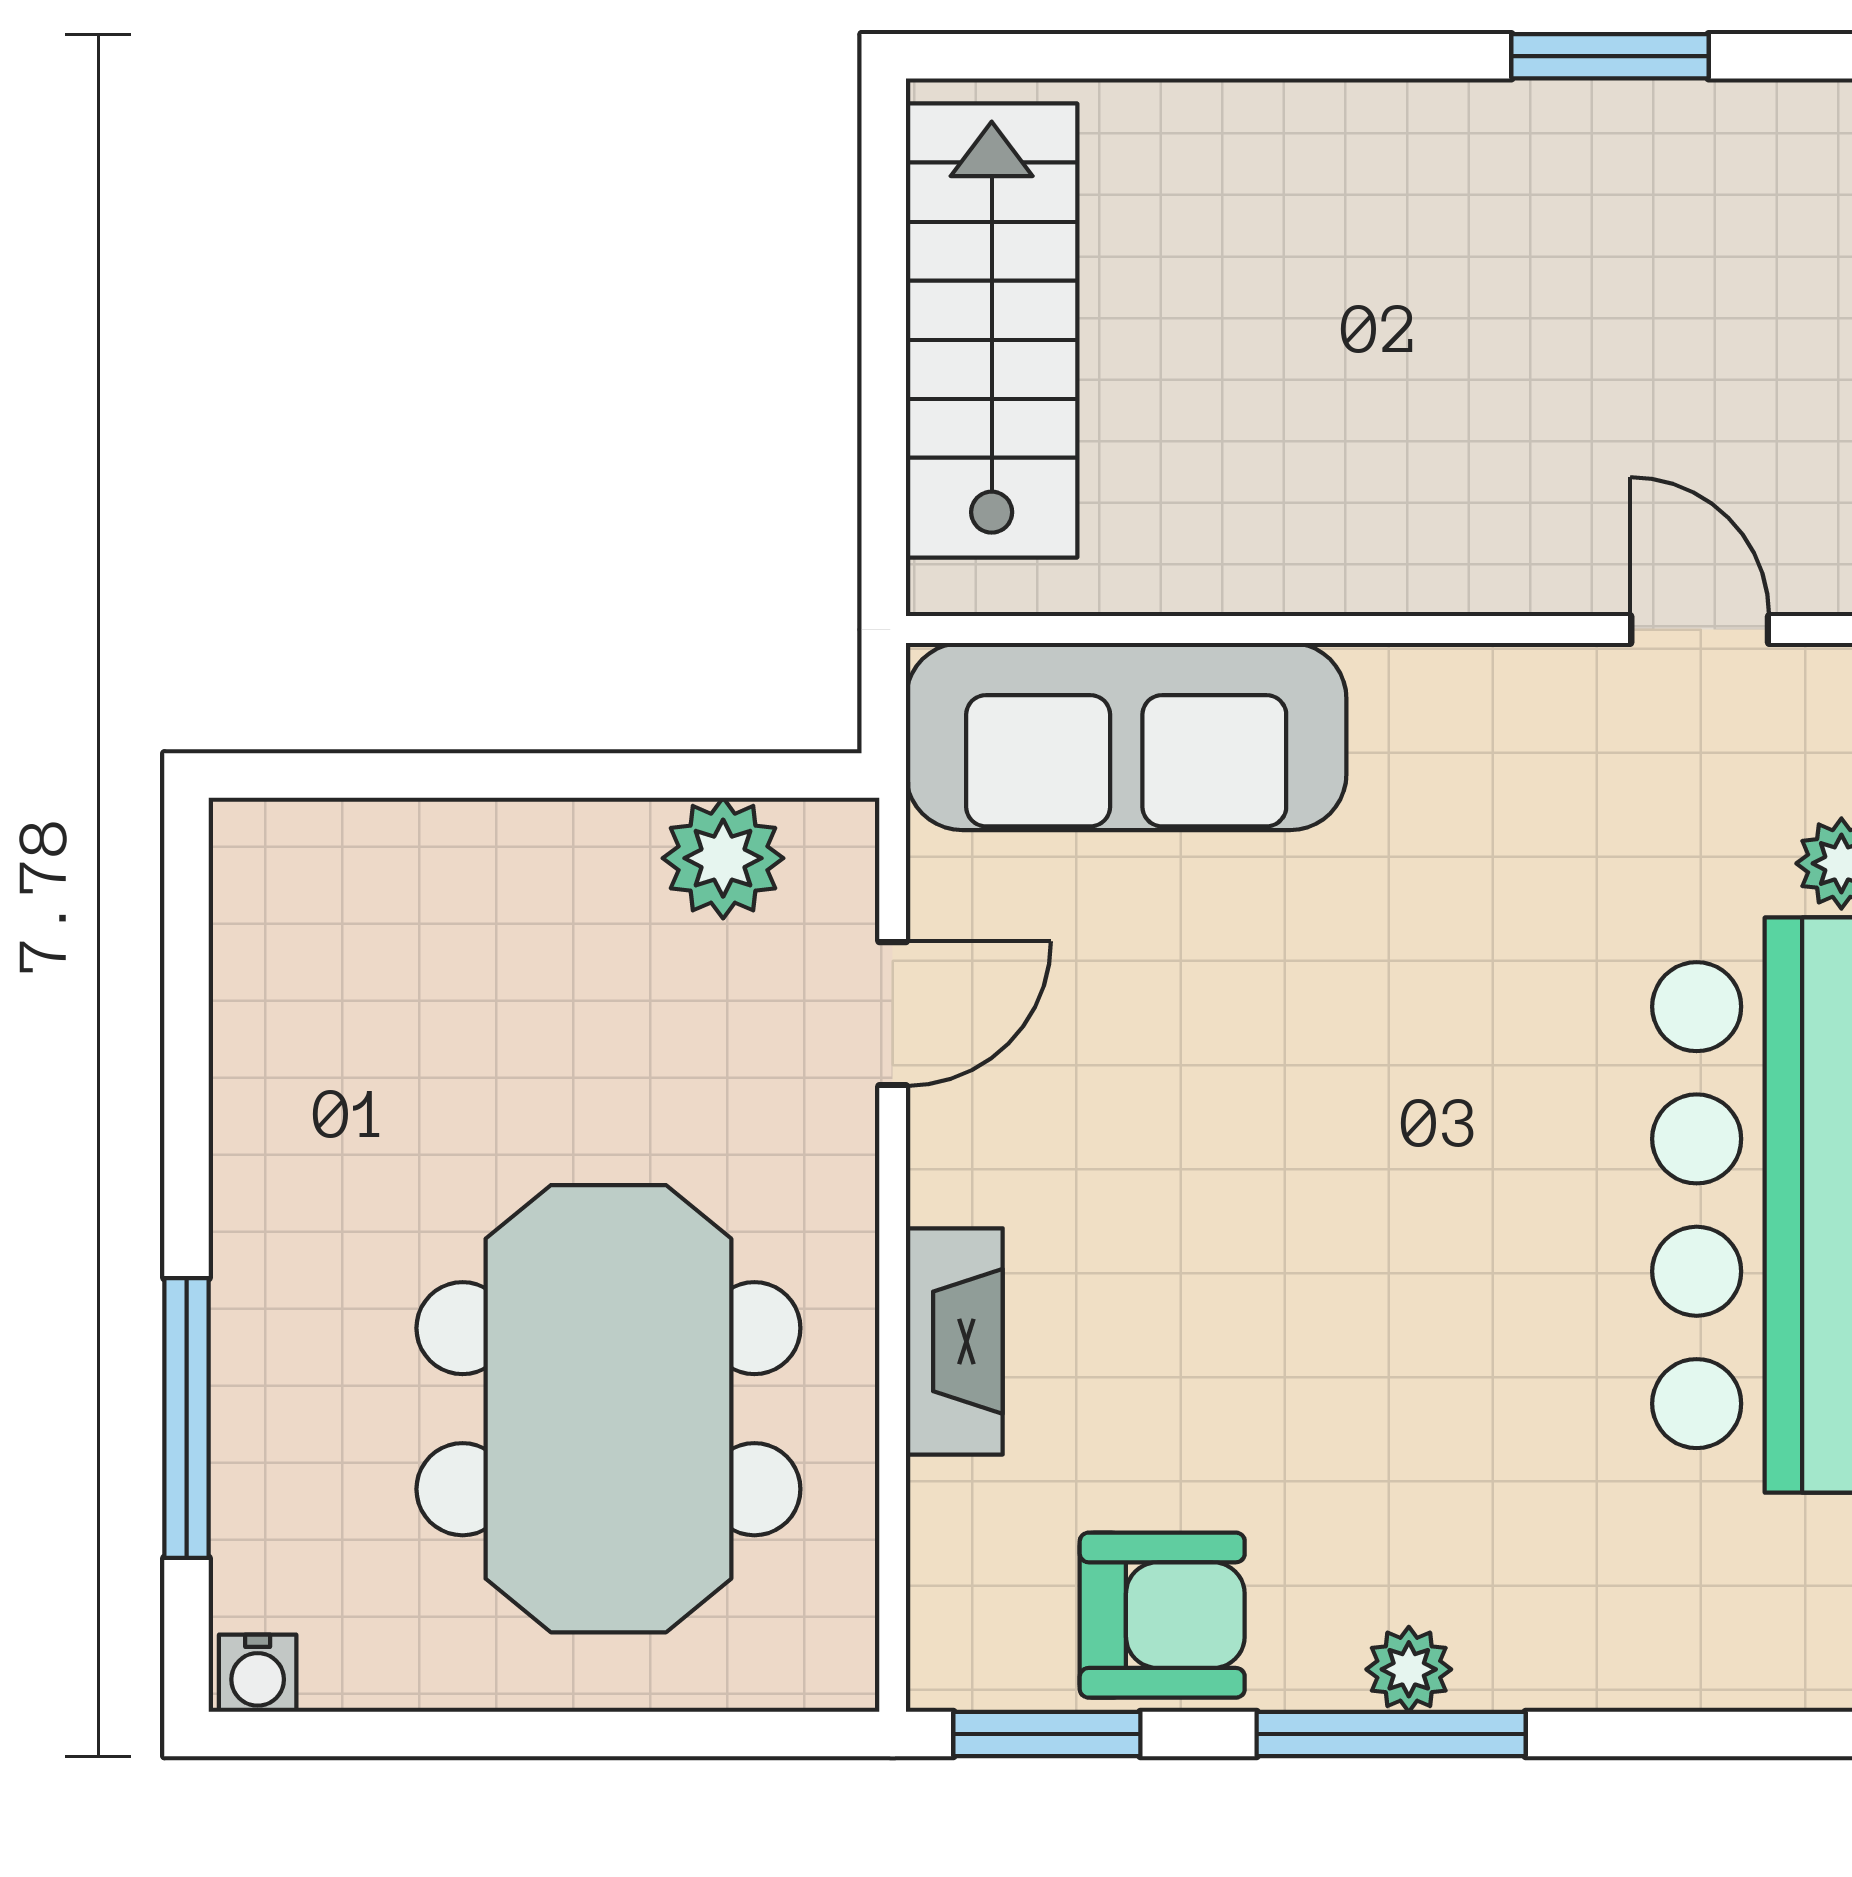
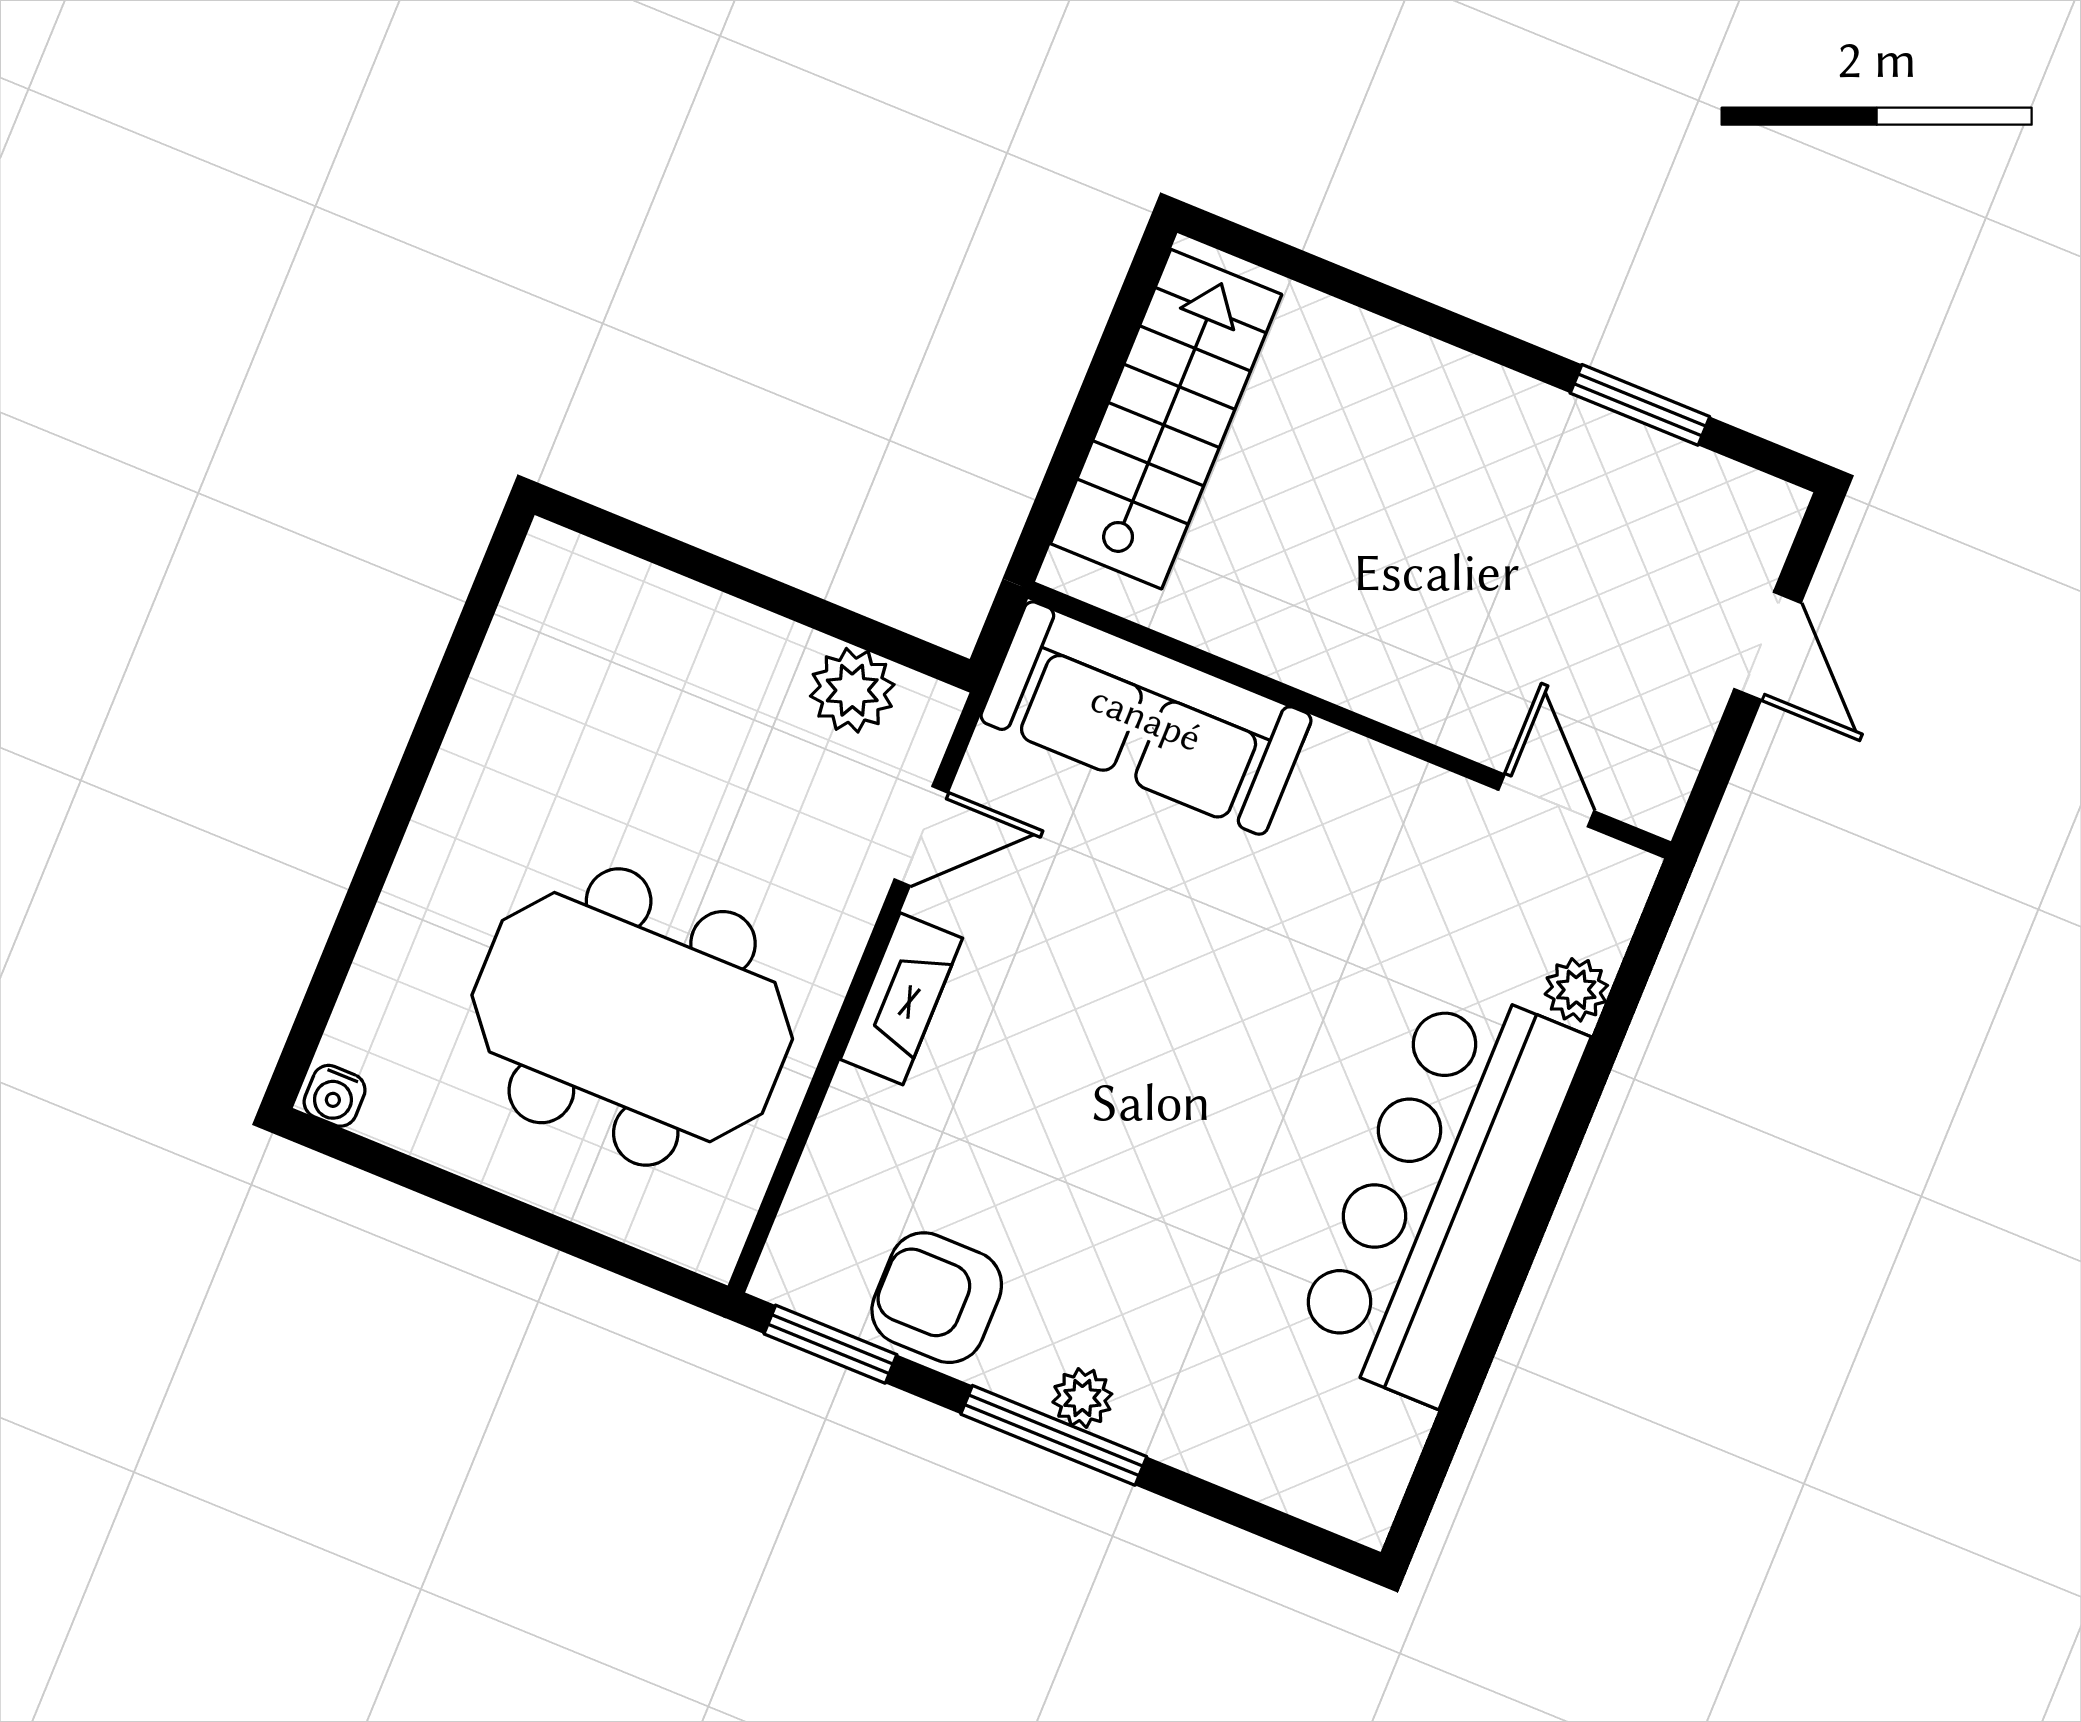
fireplace: (954, 1341) -> (901, 999), moved
meeting table: (608, 1409) -> (632, 1017), turned 90
window: (187, 1418) -> (356, 911), removed
armchair: (1162, 1615) -> (937, 1298), turned 180

